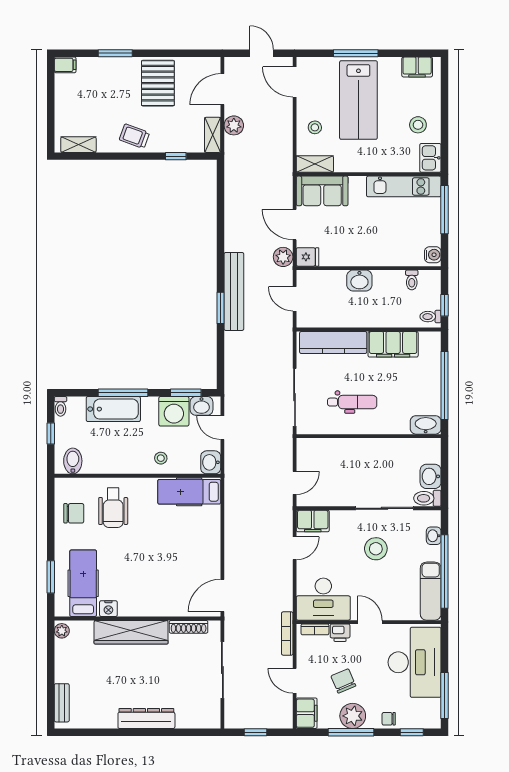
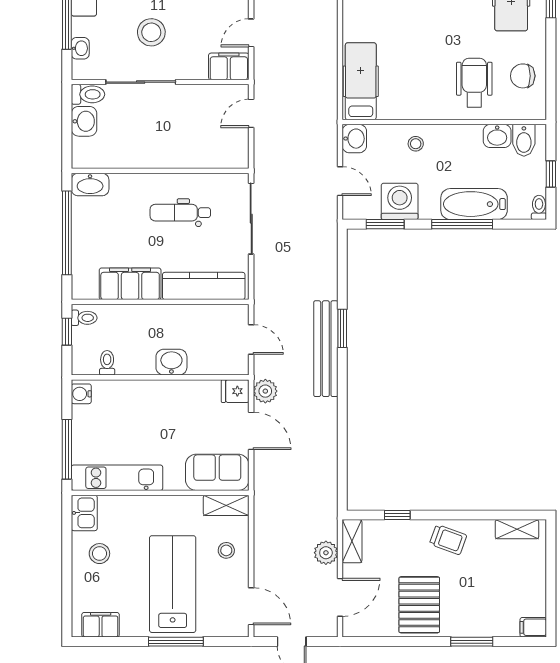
washbasin: (201, 406) -> (497, 136), moved, turned 180
hospital bed: (189, 492) -> (361, 81), moved, turned -90

